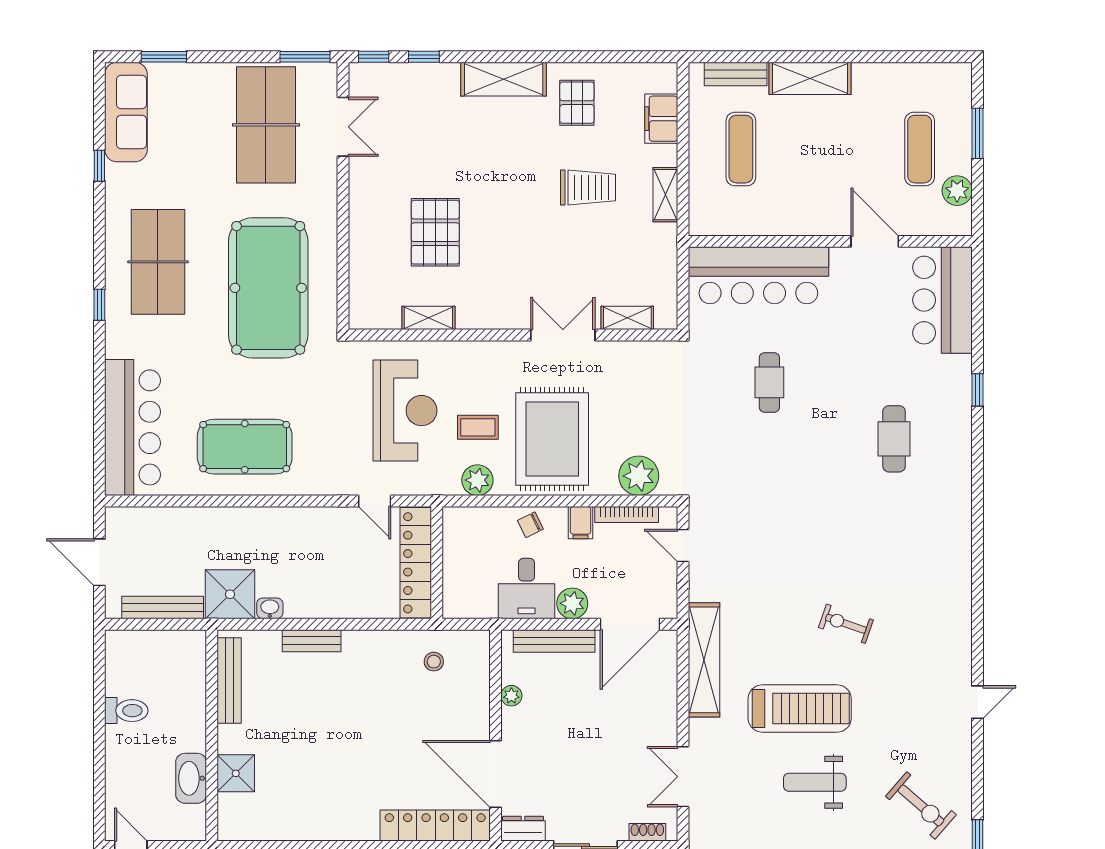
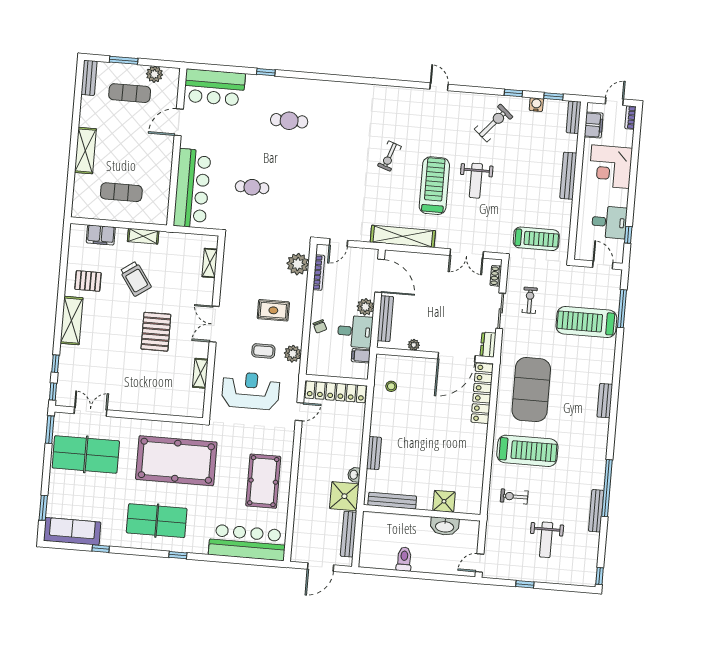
bench: (736, 74) -> (89, 78), moved
trolley: (588, 188) -> (136, 279), turned 145
pallet: (435, 232) -> (156, 332), moved, turned 90
double door: (563, 335) -> (214, 324), moved
coffee table: (478, 427) -> (263, 351), turned 90
rug: (552, 439) -> (273, 310), width x0.54, depth x0.49
filing cabinet: (581, 523) -> (361, 356), moved, turned 180

